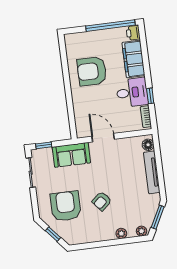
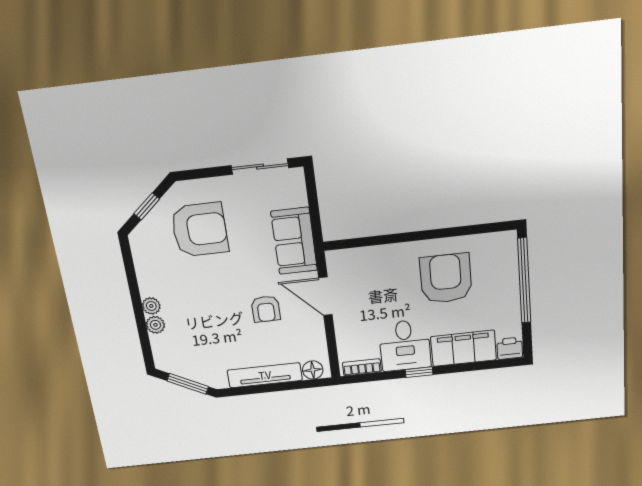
window: (110, 26) -> (524, 281), moved
window: (150, 96) -> (419, 372), moved
door: (103, 138) -> (325, 296), swing flipped
window: (44, 145) -> (312, 191), removed
armchair: (102, 201) -> (266, 309), moved, turned -140
plant: (142, 231) -> (151, 306), moved

